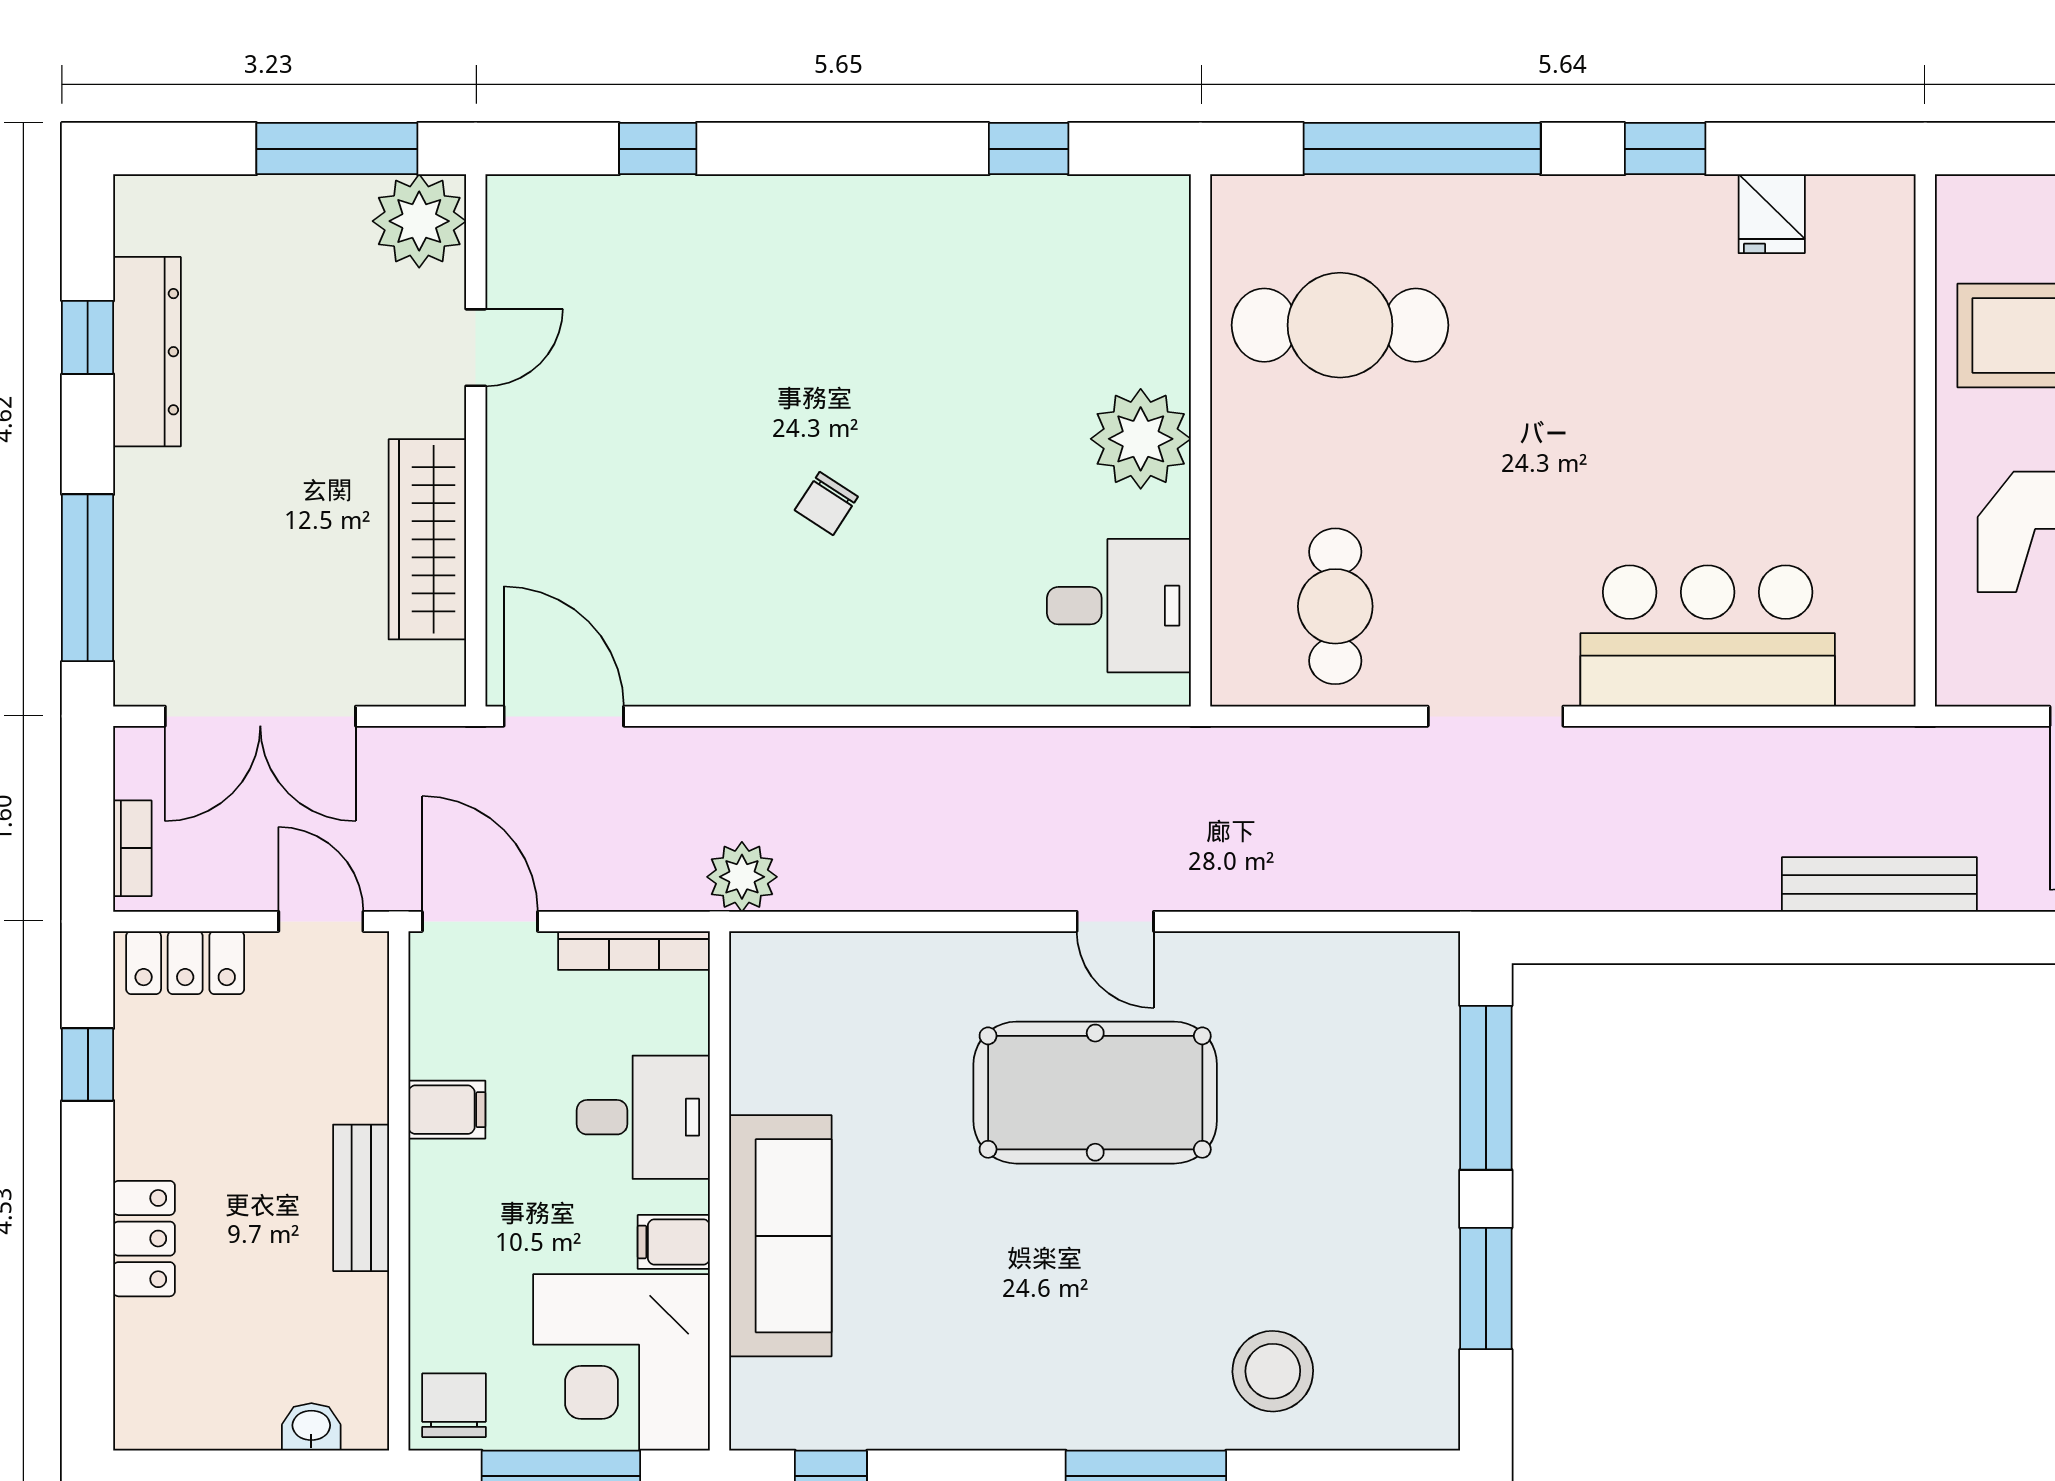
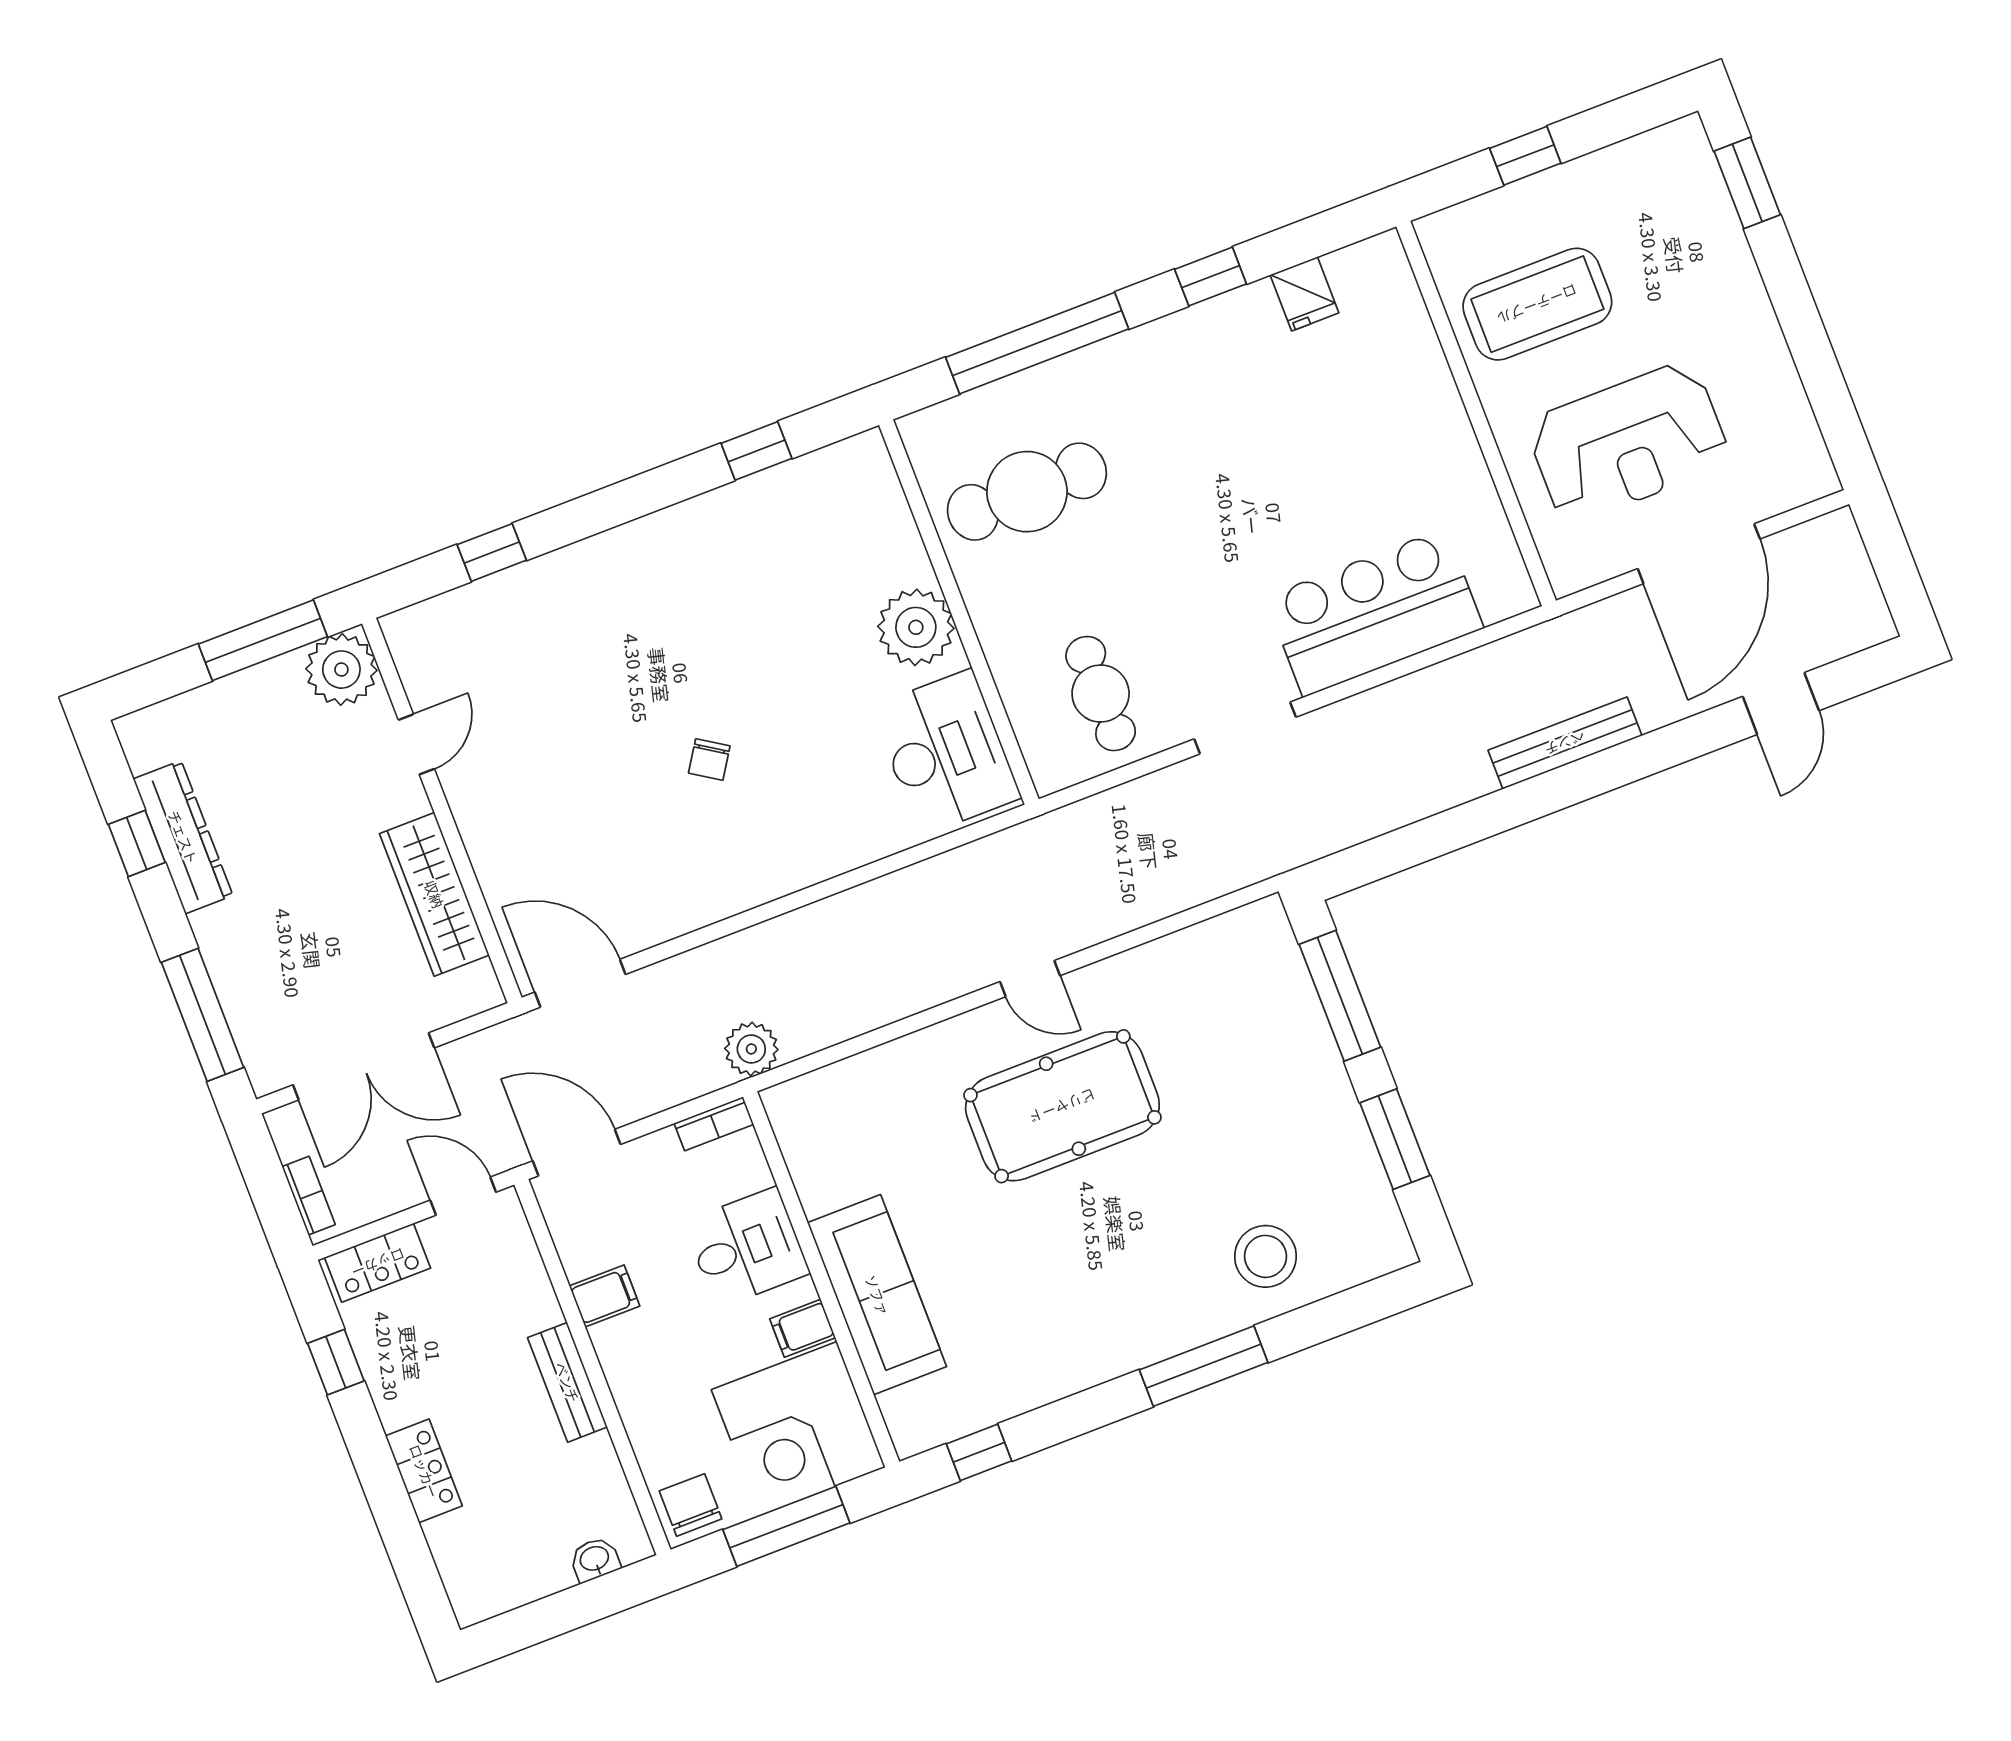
desk: (1119, 606) -> (946, 752), width x1.37
bookcase: (634, 950) -> (714, 1124), width x0.64

